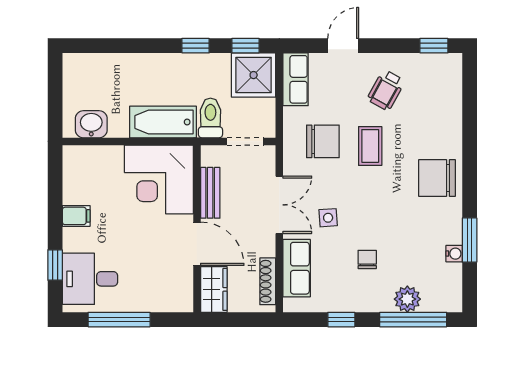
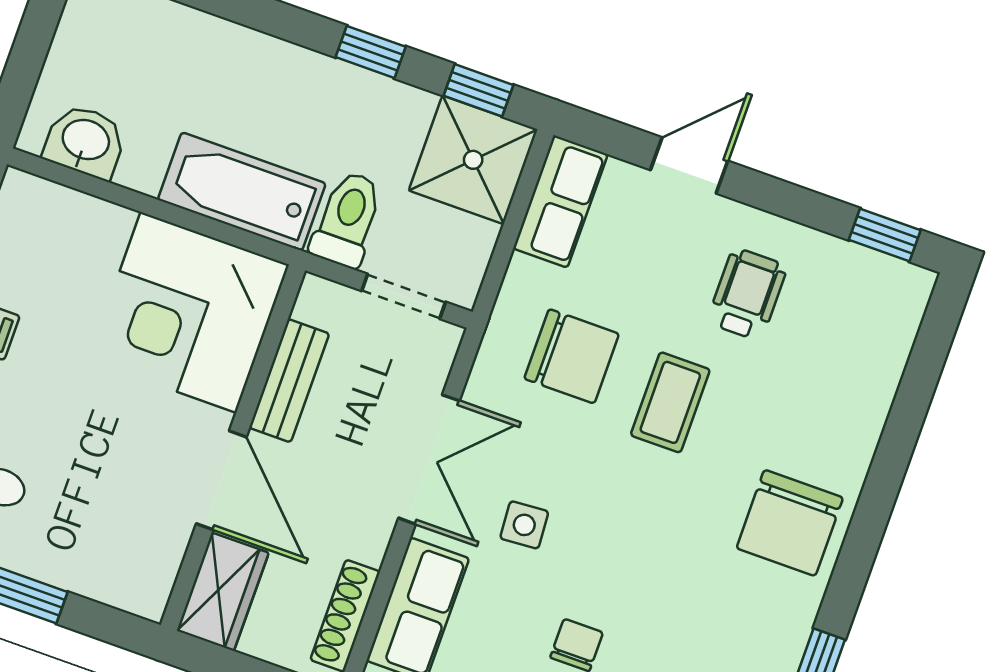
wheelchair: (386, 90) -> (747, 294), turned 151
chair: (437, 178) -> (790, 523), turned -90

